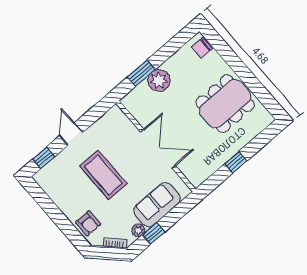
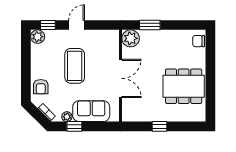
plant: (159, 80) -> (131, 38), moved
plant: (43, 178) -> (38, 37), added

